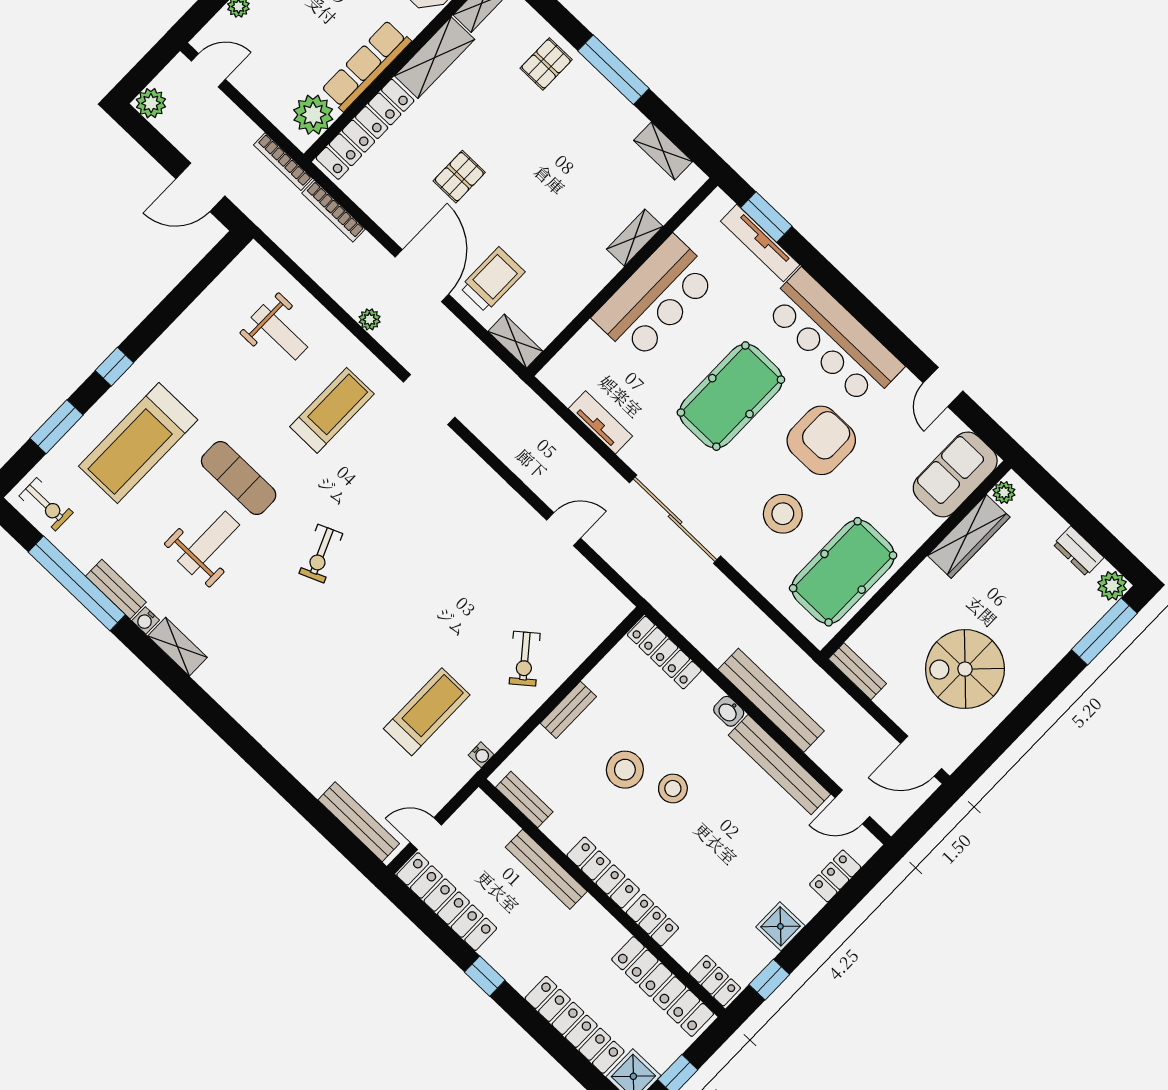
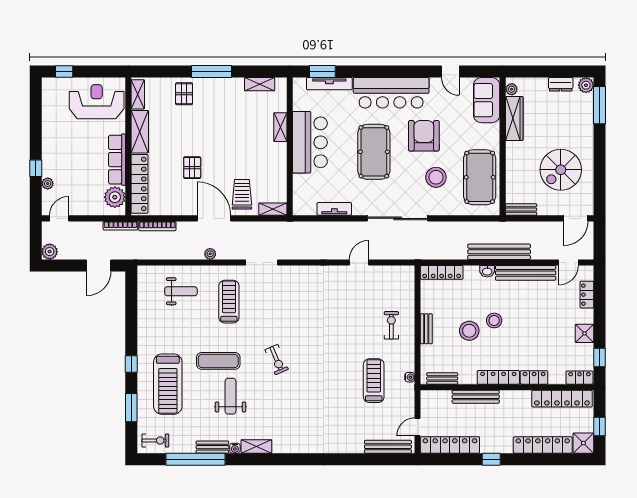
exercise bike: (525, 659) -> (391, 325), turned -141

